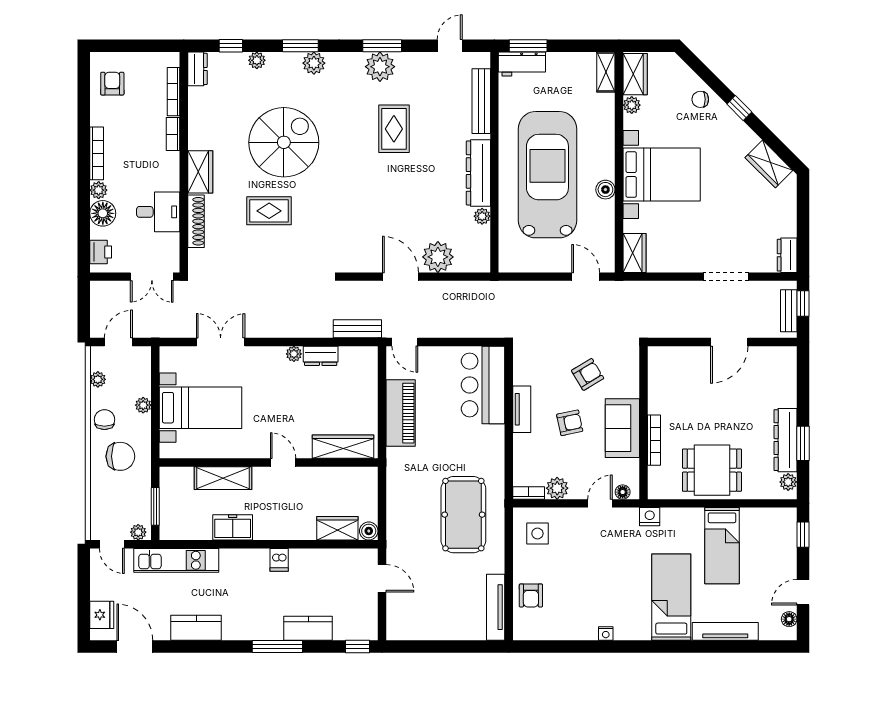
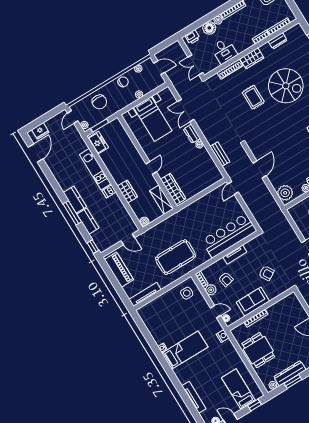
dresser: (197, 69) -> (278, 41), moved
plant: (438, 257) -> (285, 193), moved
bench: (357, 329) -> (220, 154), moved
double door: (221, 342) -> (186, 111), swing flipped
dresser: (321, 356) -> (192, 134), moved
bar counter: (483, 385) -> (229, 236), width x1.36
piano: (401, 413) -> (119, 270), moved, turned -90
armchair: (570, 423) -> (226, 279), moved
chair: (120, 456) -> (99, 102), moved
shelving: (223, 478) -> (162, 200), moved
freezer: (233, 527) -> (98, 143), moved
wardrobe: (337, 528) -> (127, 192), moved
bed: (722, 546) -> (238, 389), moved, turned 90
kitchen unit: (176, 560) -> (95, 169), moved
door: (382, 578) -> (128, 239), hinge flipped
armchair: (531, 595) -> (159, 306), removed
bed: (671, 597) -> (185, 350), moved
kitchen counter: (196, 628) -> (75, 200), moved

